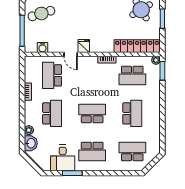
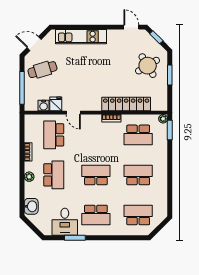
fridge: (84, 46) -> (56, 104), moved
locker: (137, 46) -> (126, 104), moved
school desk: (132, 113) -> (138, 175), turned -90
plant: (29, 130) -> (29, 177), moved

